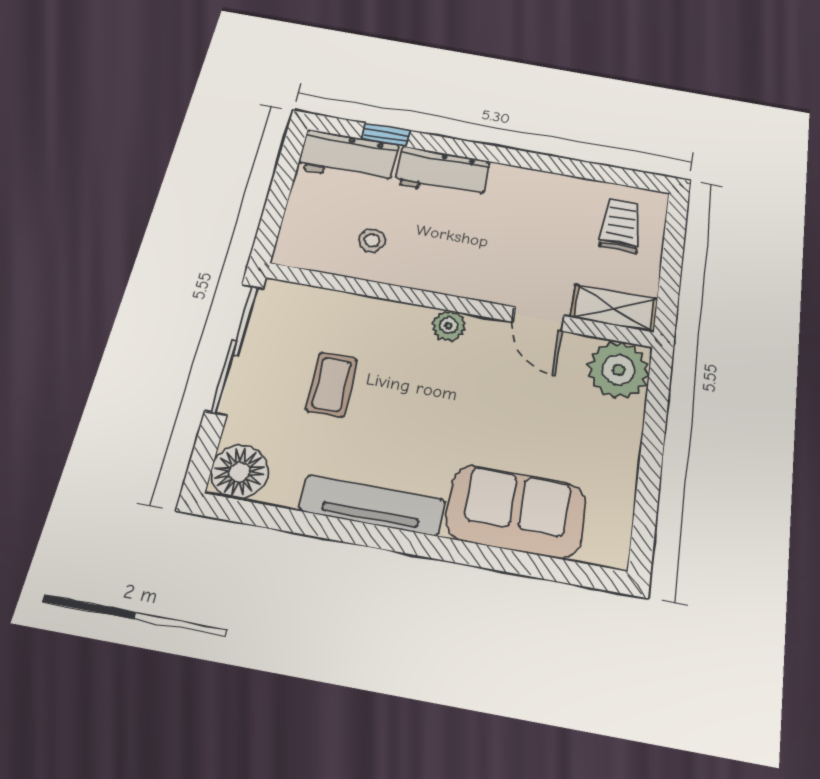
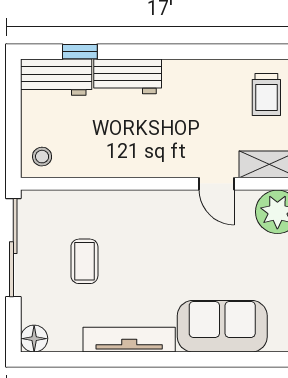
trolley: (621, 225) -> (266, 95), turned 180
stool: (372, 240) -> (42, 157), moved
plant: (449, 326) -> (155, 201), removed
floor lamp: (240, 472) -> (34, 339), width x0.73, depth x0.73

